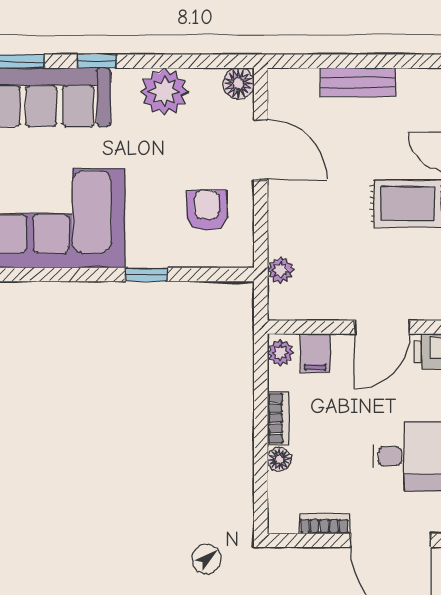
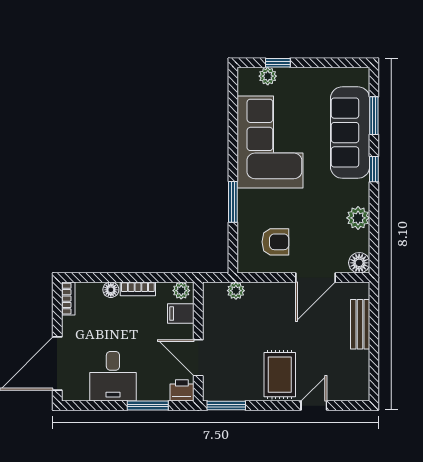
bench: (358, 82) -> (360, 324), moved
plant: (164, 92) -> (358, 218), width x0.73, depth x0.73
window: (146, 275) -> (233, 202), width x1.50
bookcase: (324, 524) -> (68, 299), moved

